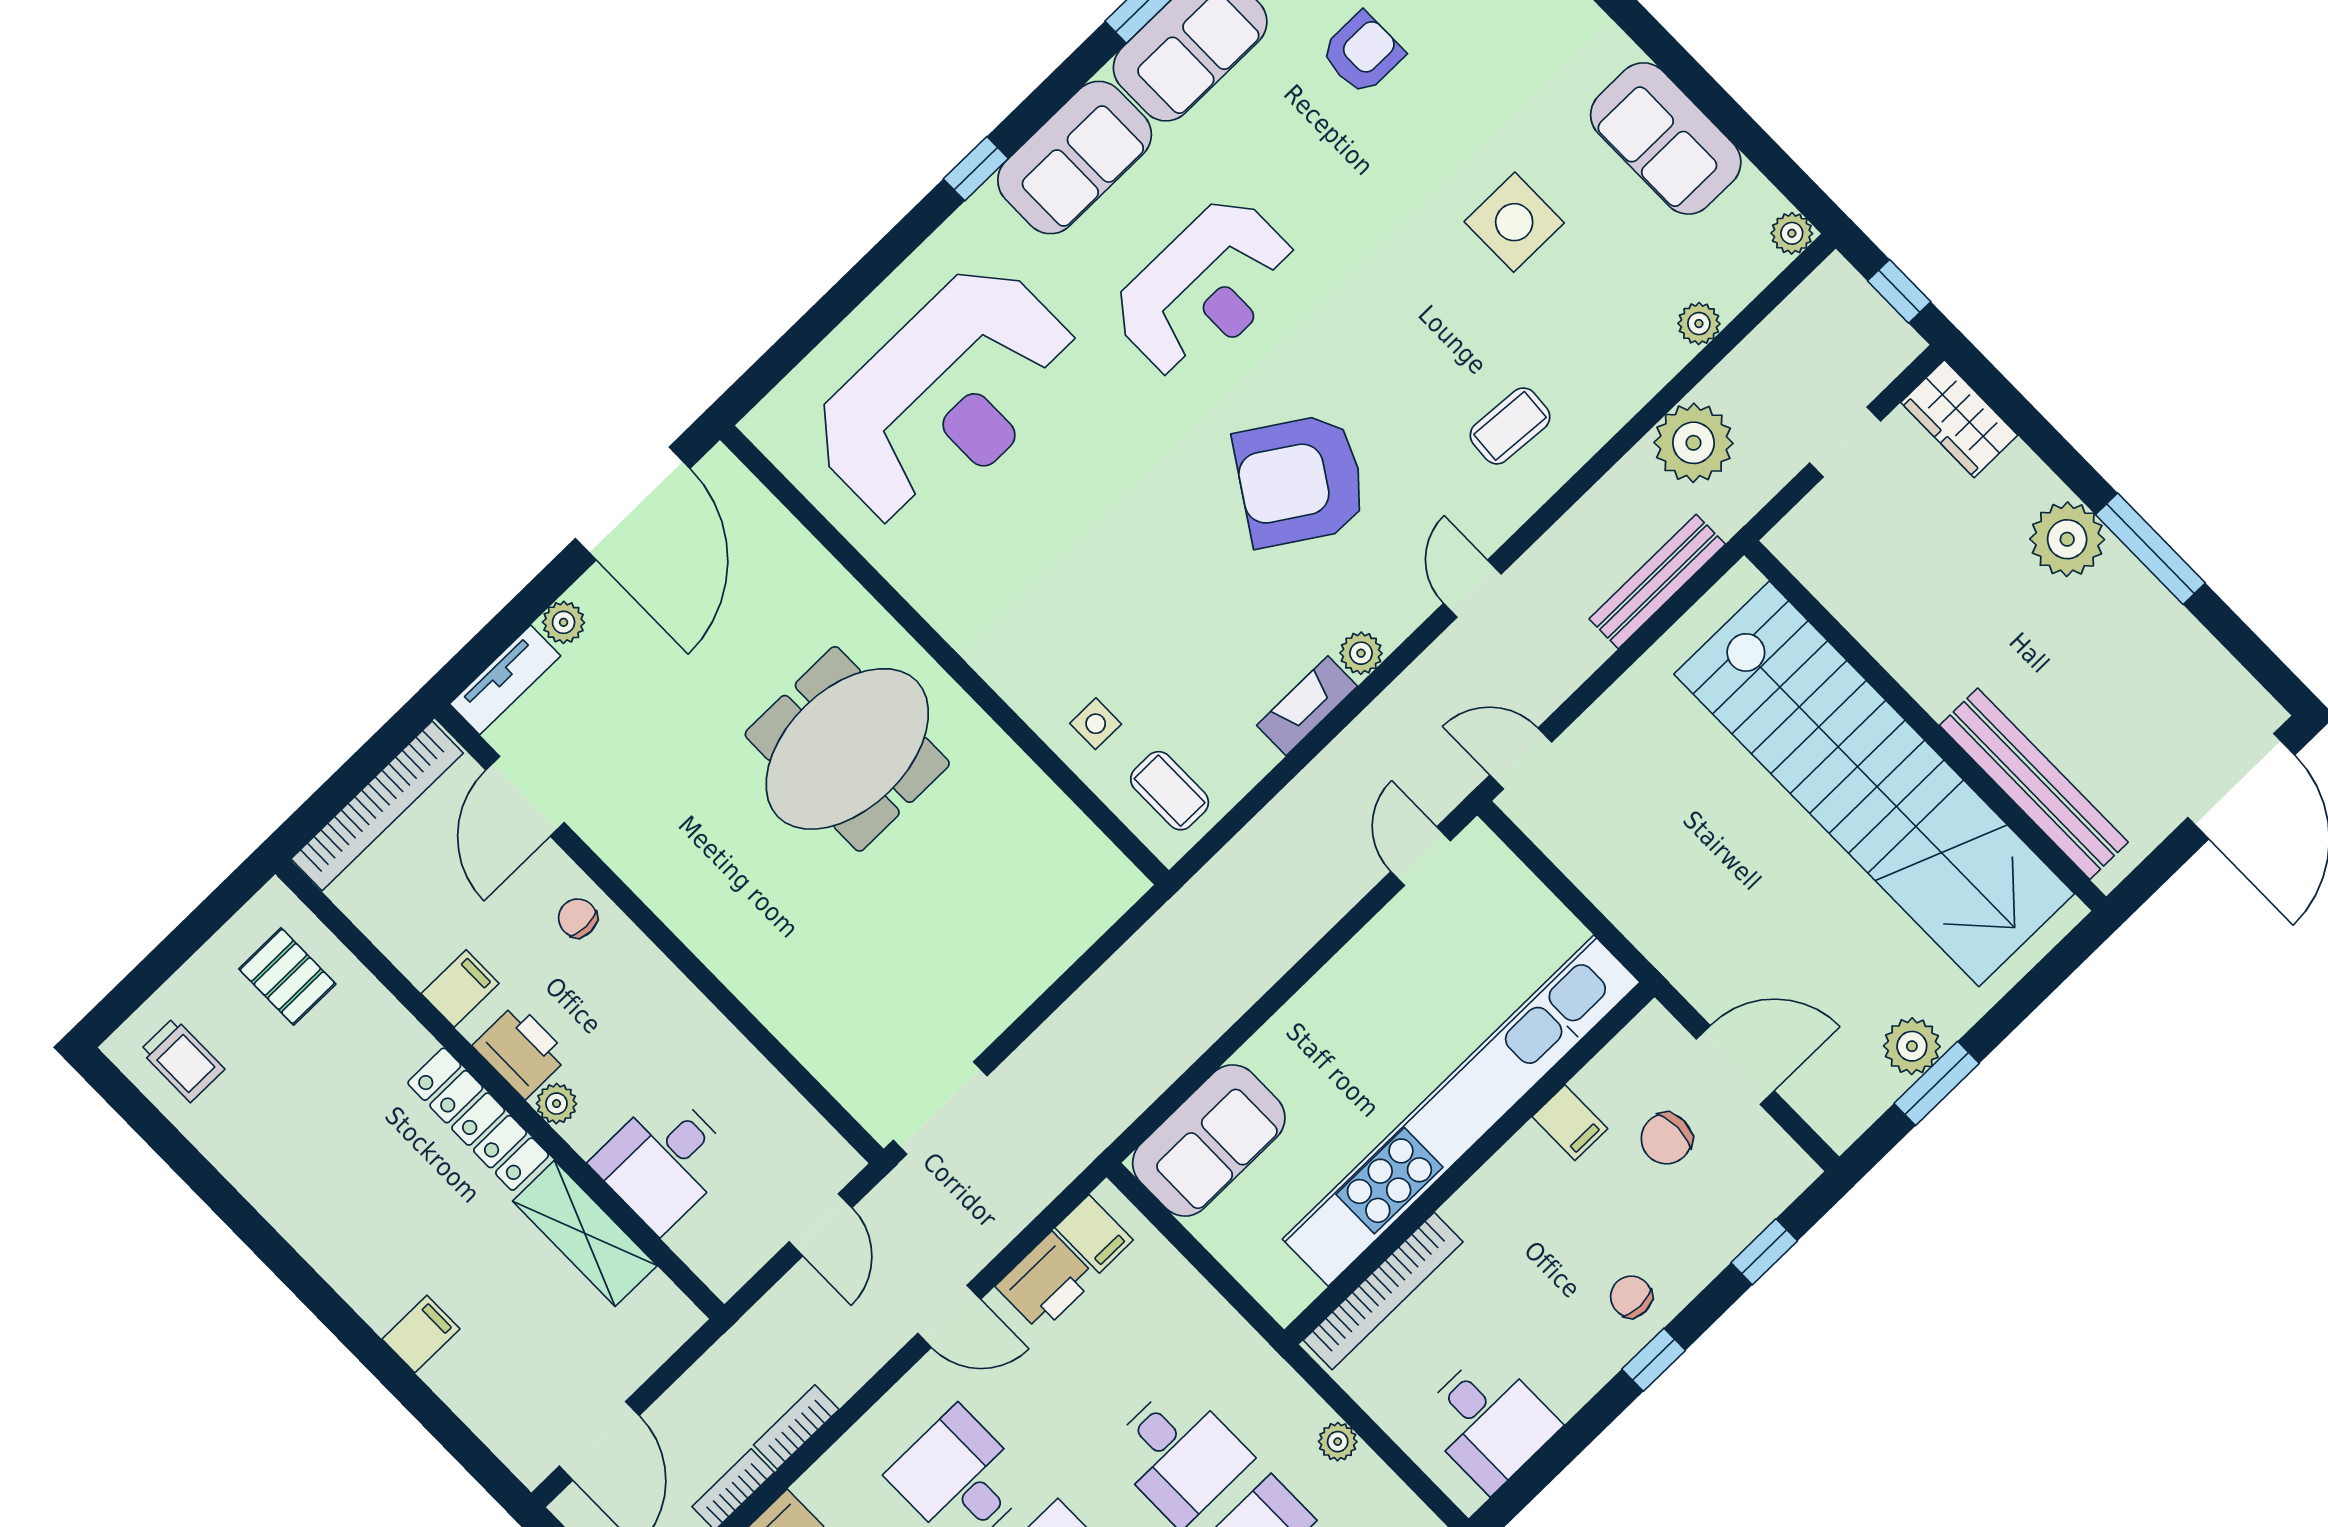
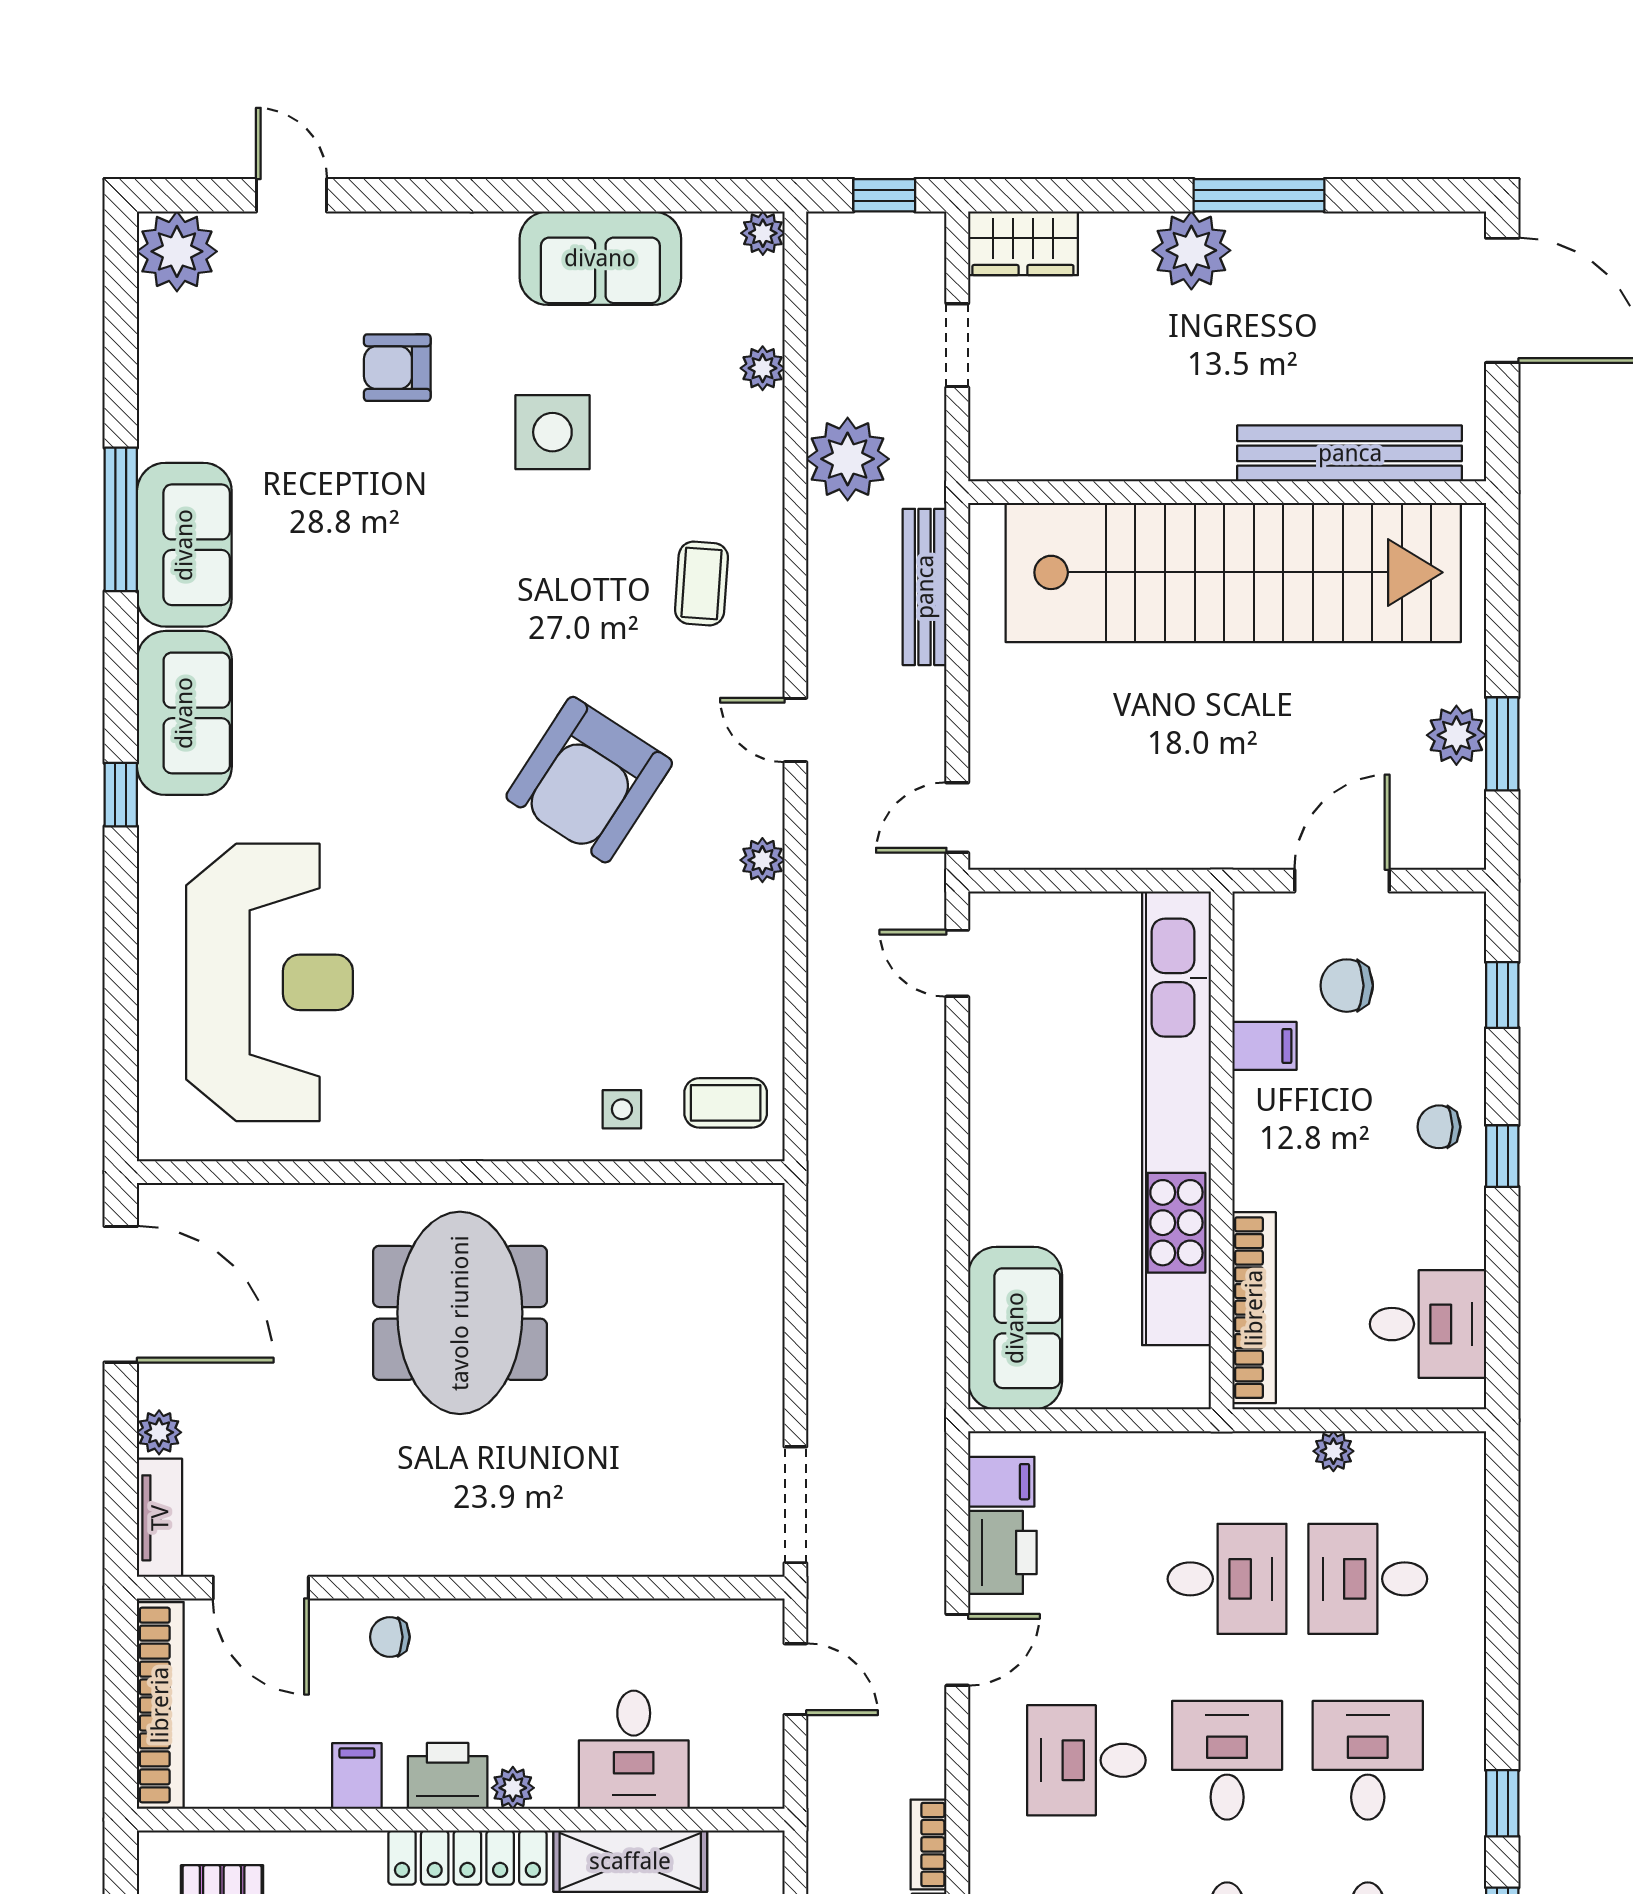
armchair: (1362, 53) -> (397, 368), moved, turned -90
reception desk: (1206, 289) -> (377, 711), removed
fireplace: (1307, 706) -> (762, 938), removed
chair: (1666, 1139) -> (1347, 986), turned 90

